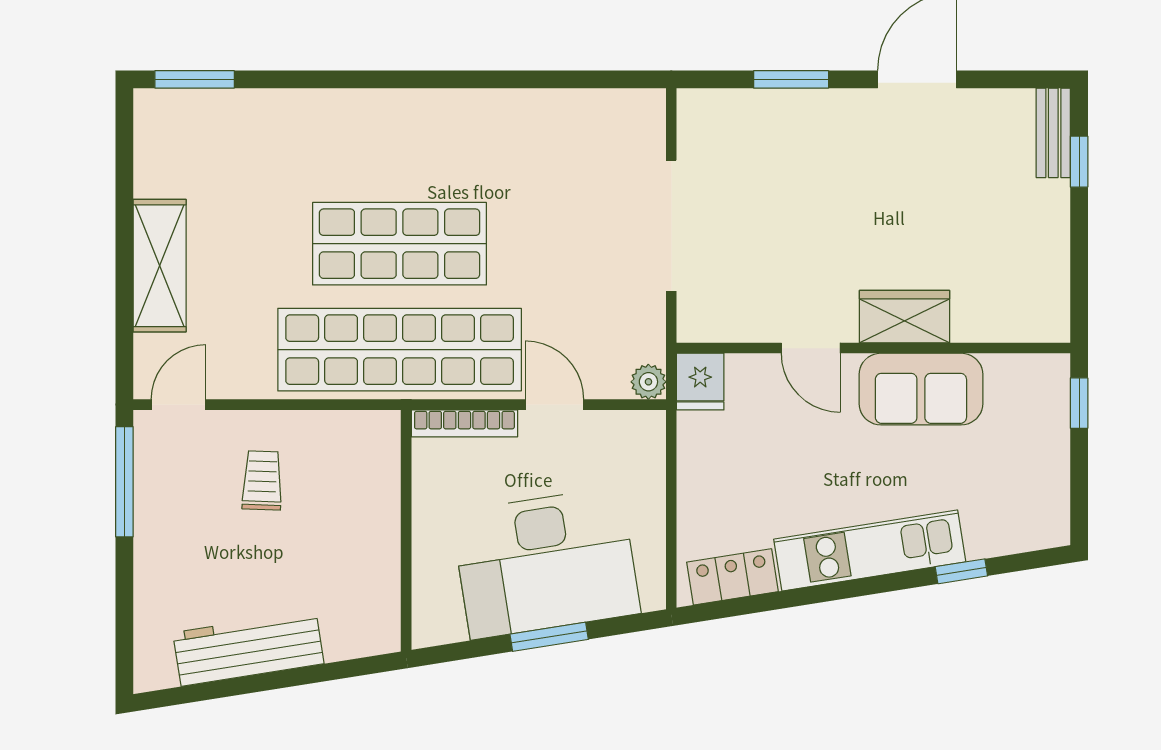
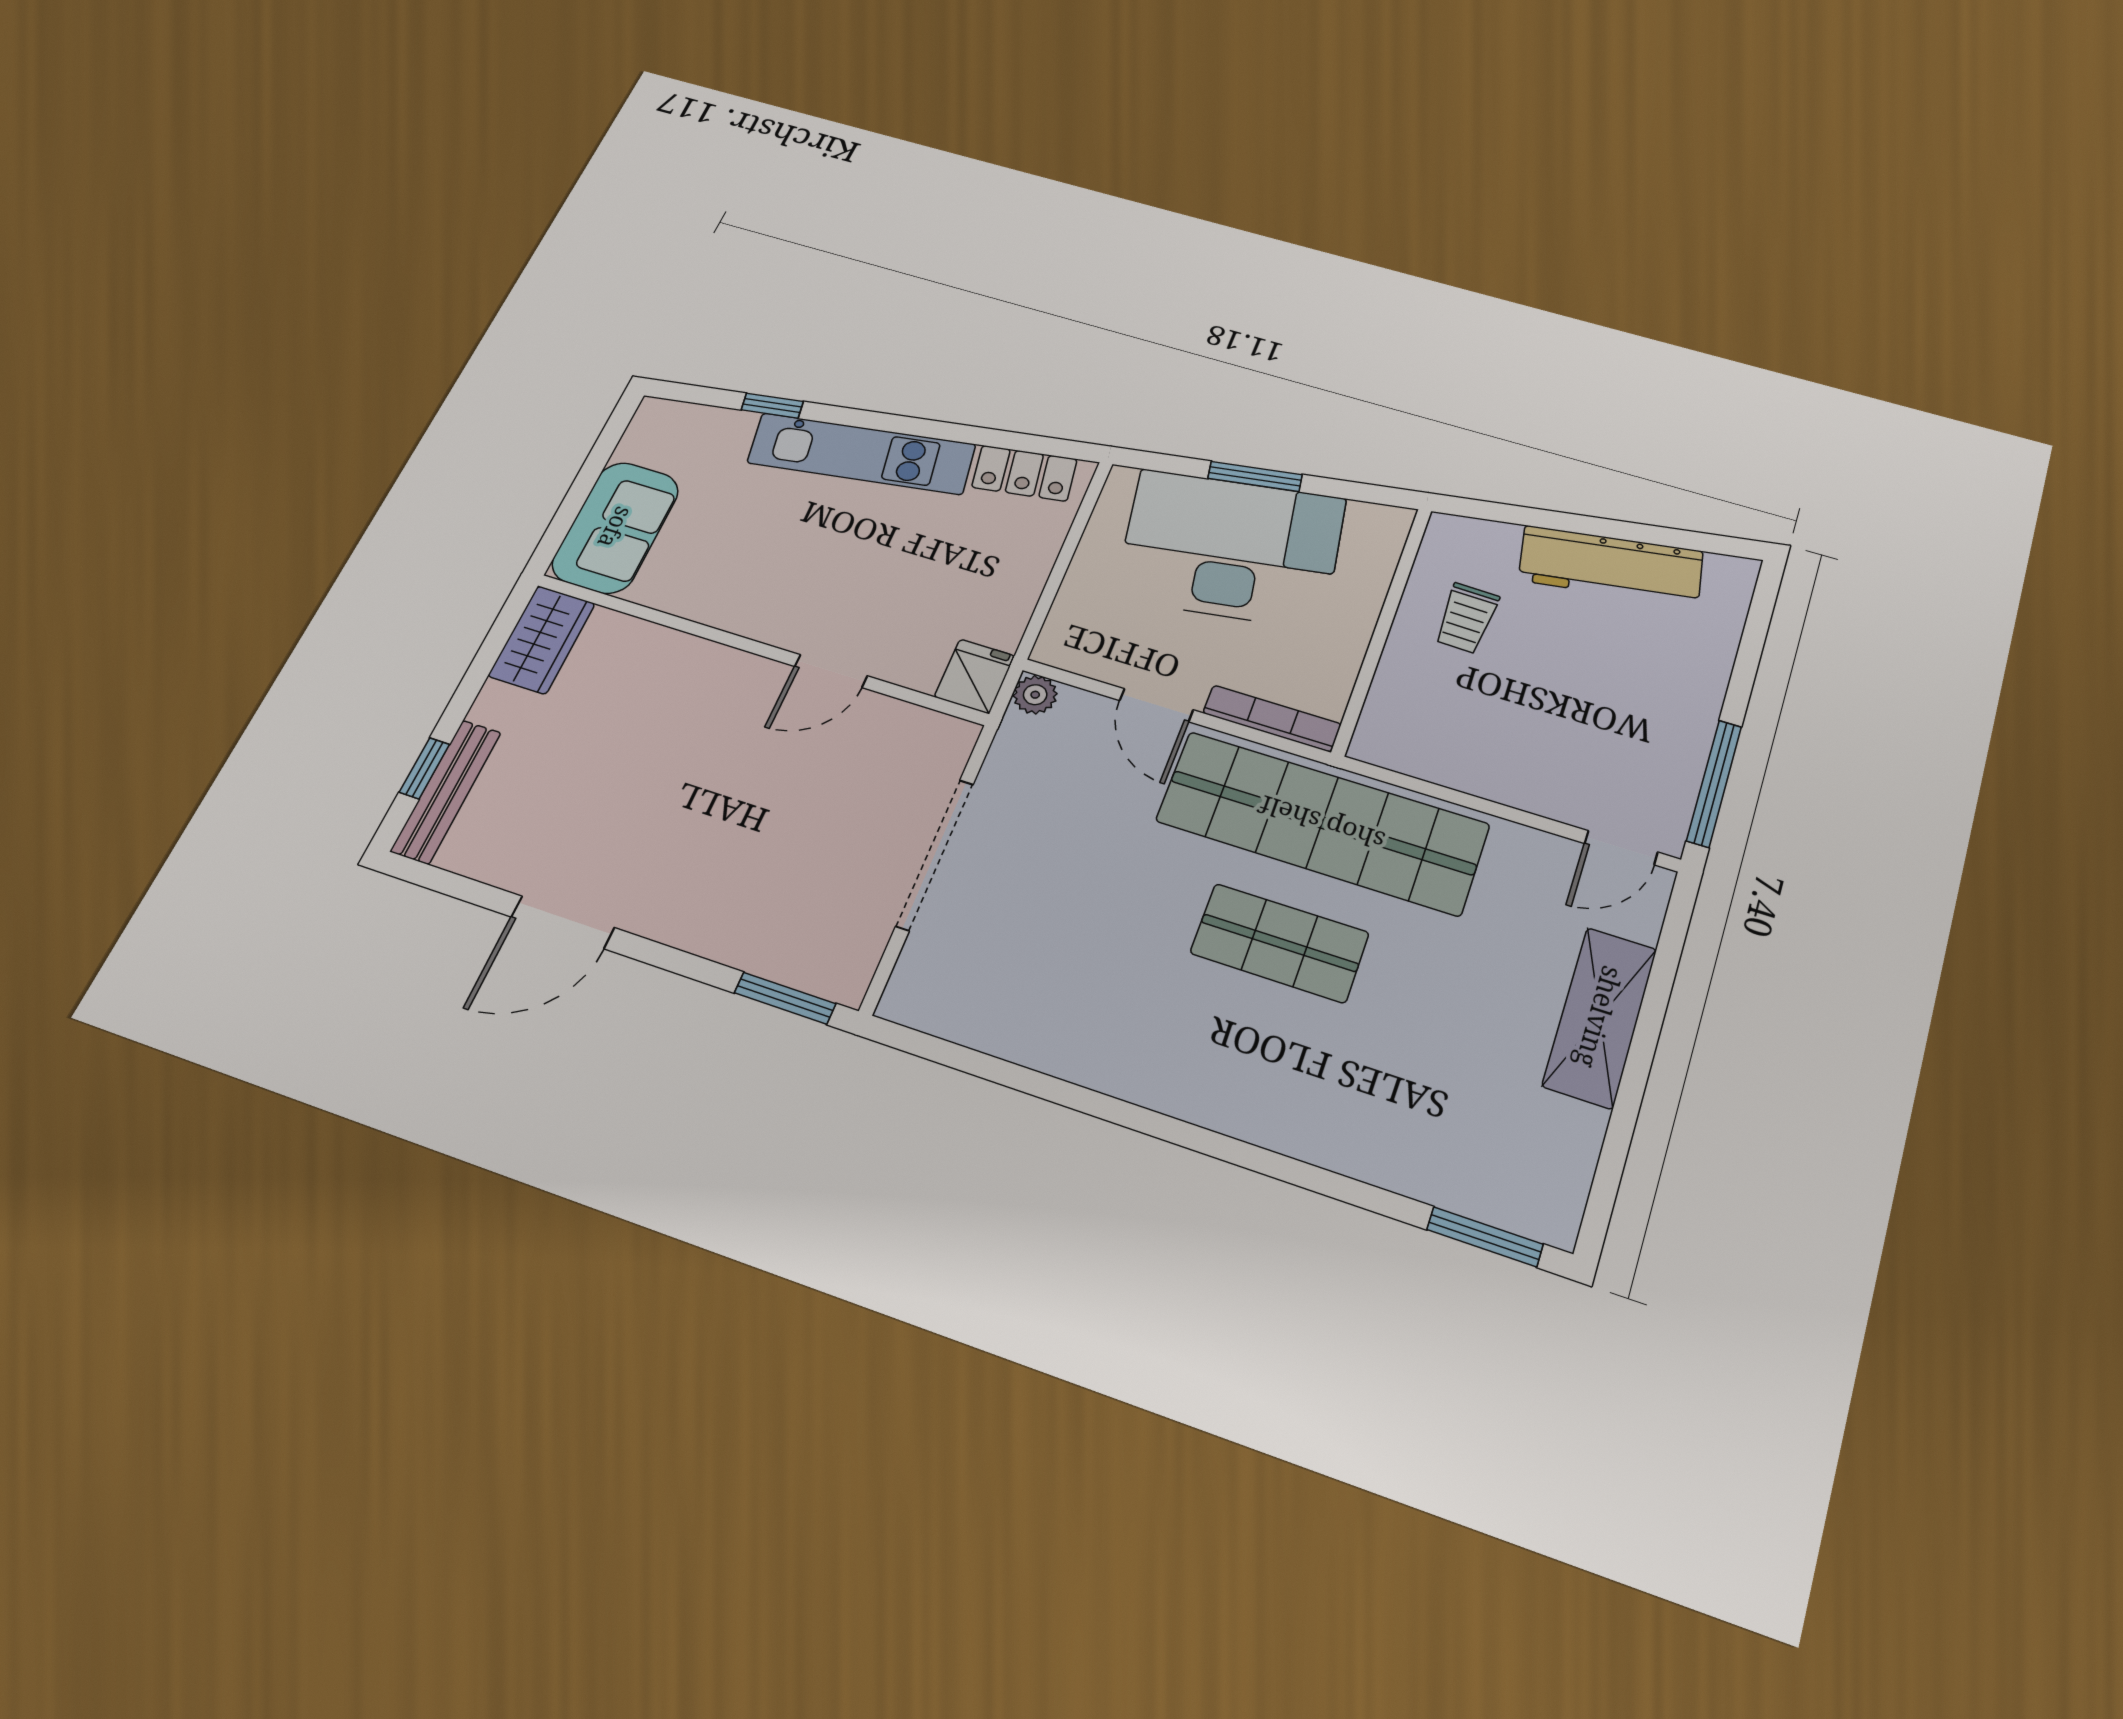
window: (791, 79) -> (785, 998), moved
bench: (1053, 133) -> (446, 791), width x1.36
shop shelf: (400, 244) -> (1280, 943), width x0.70, depth x0.74
wardrobe: (905, 317) -> (542, 640), moved, turned -90
door: (811, 348) -> (831, 671), swing flipped
sofa: (921, 389) -> (616, 527), moved, turned 90
window: (1079, 403) -> (561, 524), removed
trolley: (262, 480) -> (1466, 618), moved

